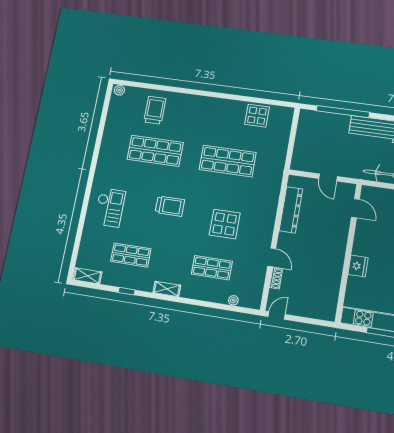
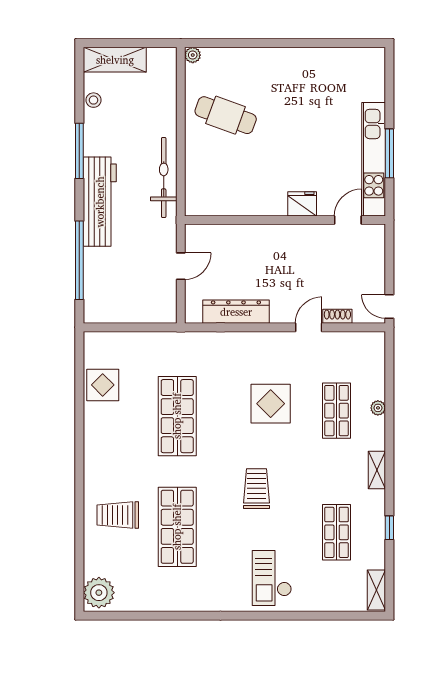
plant: (119, 90) -> (99, 593), width x1.87, depth x1.87
trolley: (155, 110) -> (118, 515), moved
checkout: (110, 208) -> (272, 578), turned -90
door: (355, 208) -> (348, 220), moved
plant: (233, 300) -> (378, 408), moved

